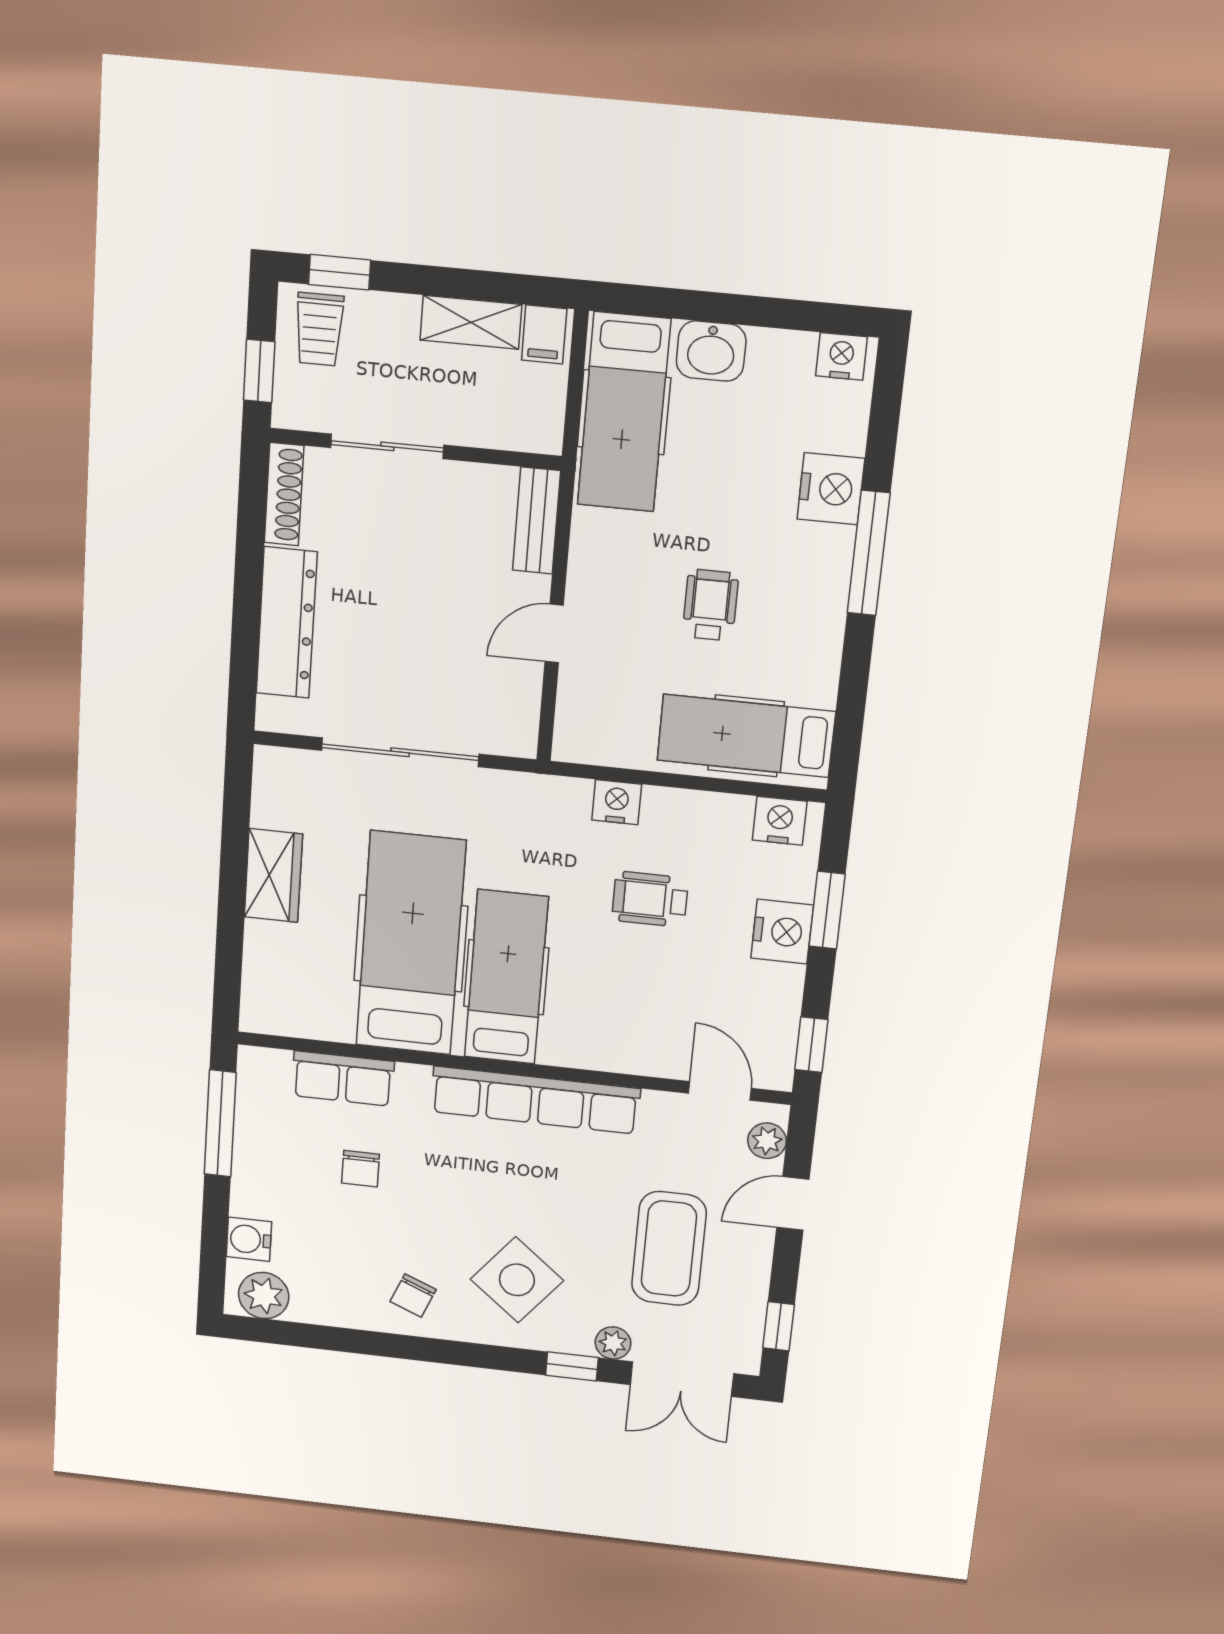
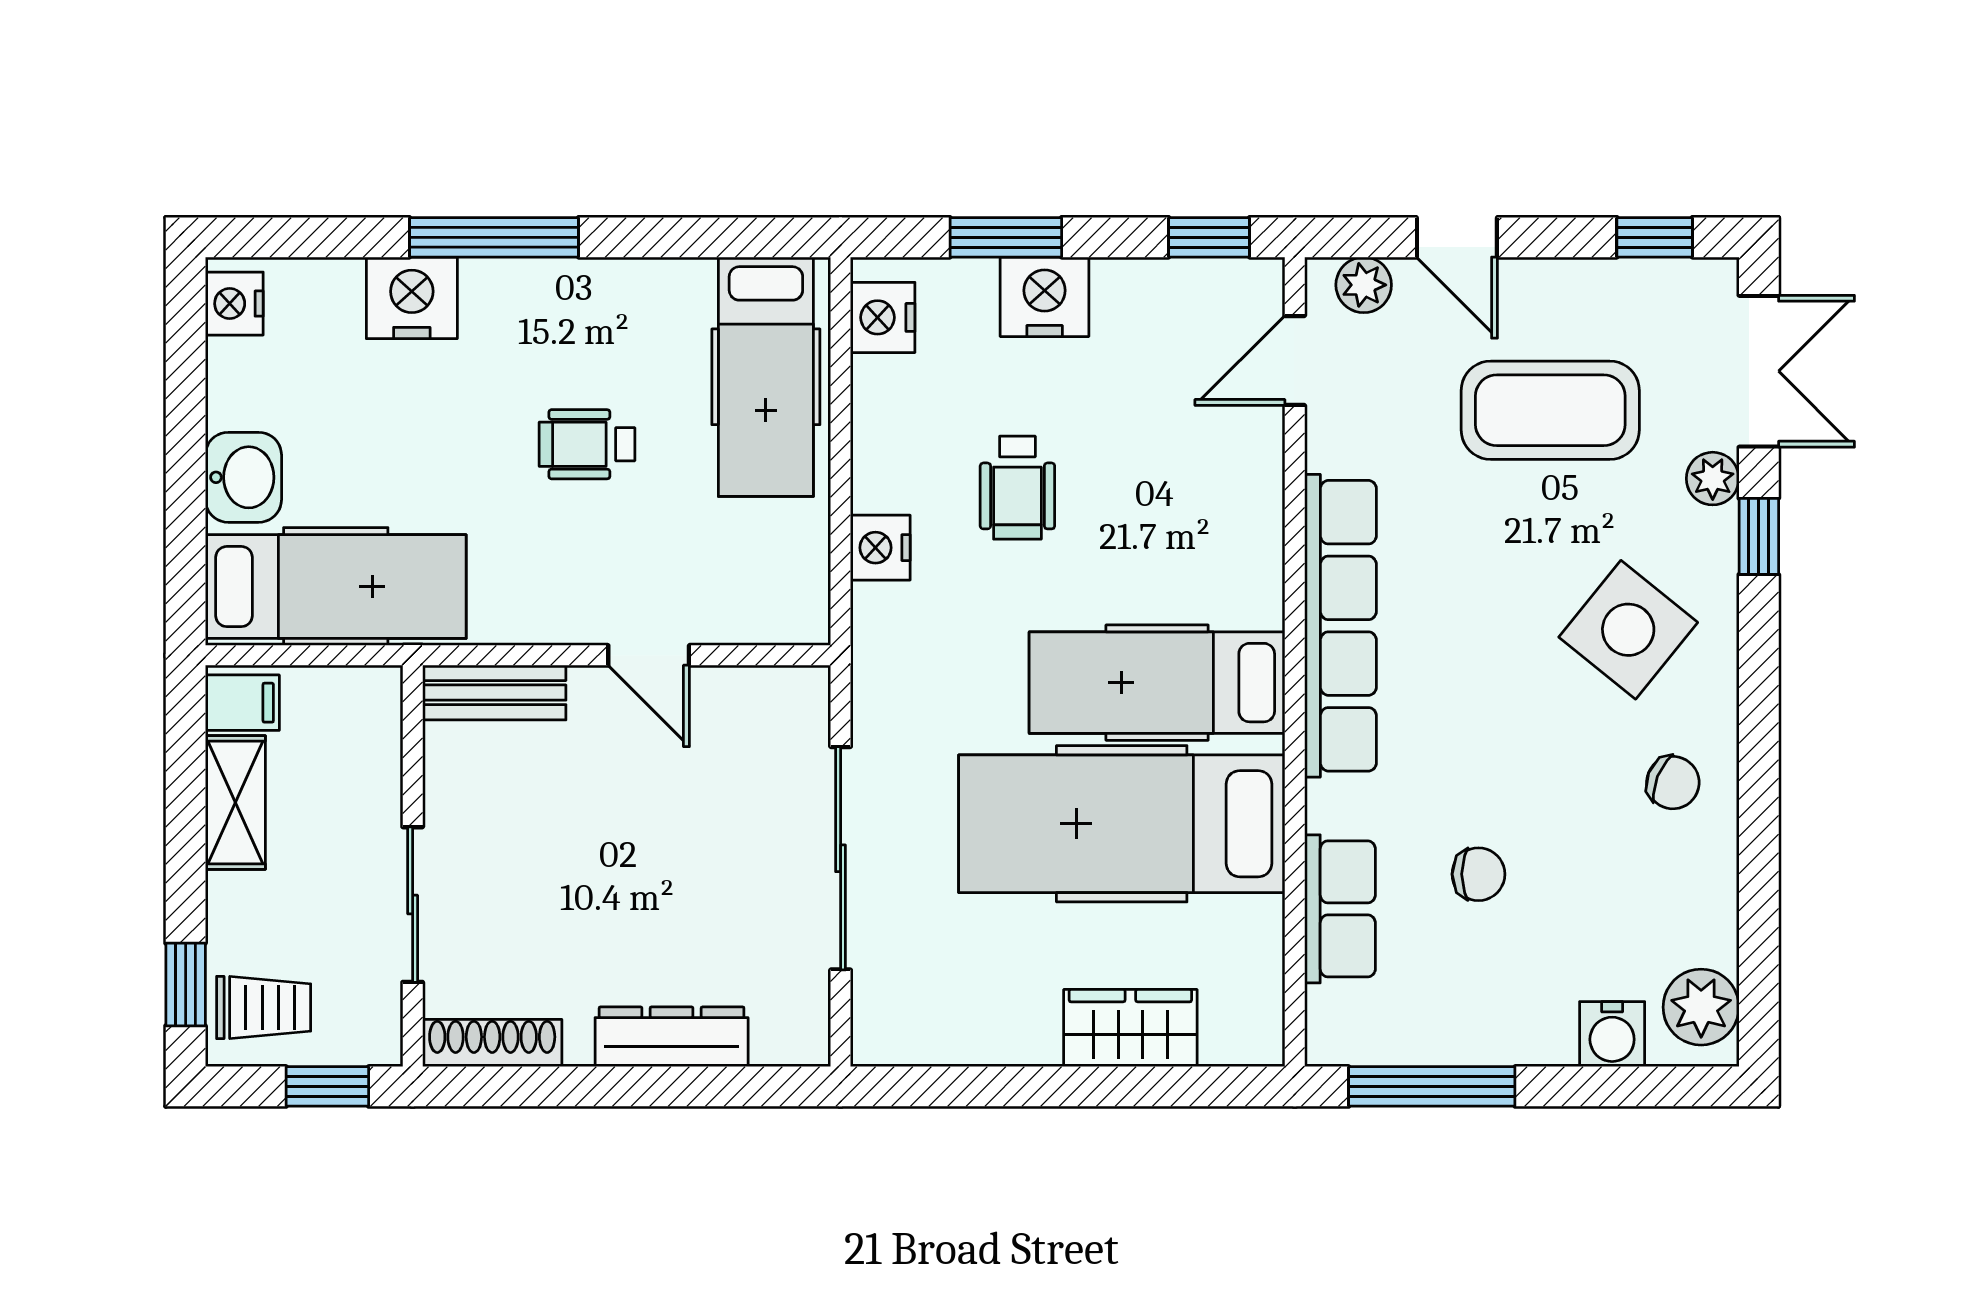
dresser: (287, 623) -> (672, 1037), width x0.73, depth x0.80
wardrobe: (273, 876) -> (1130, 1028), moved

